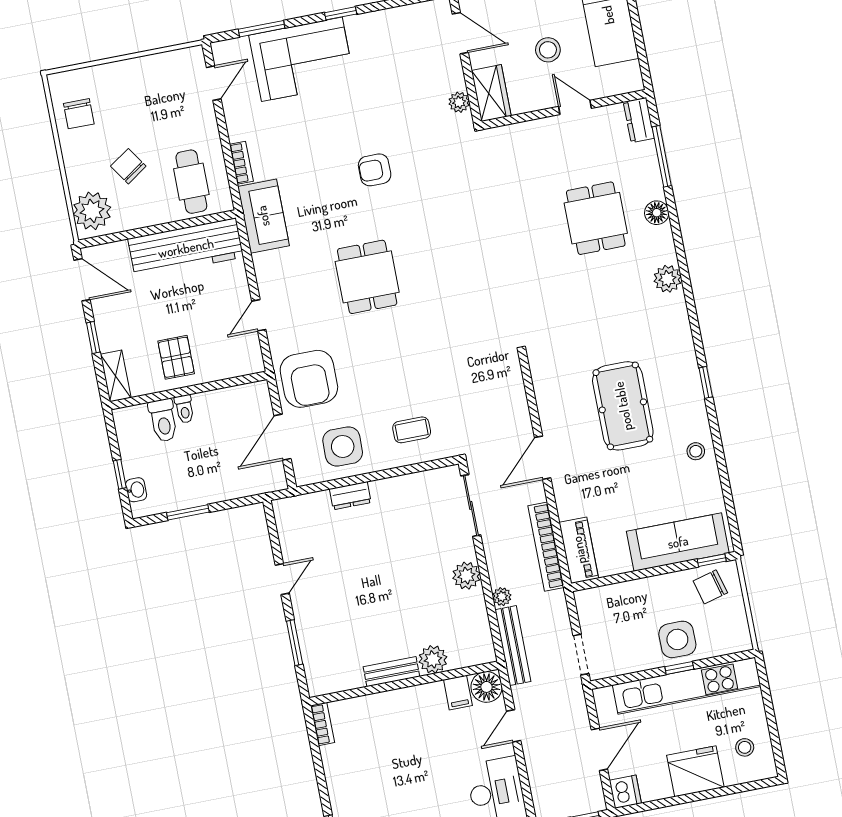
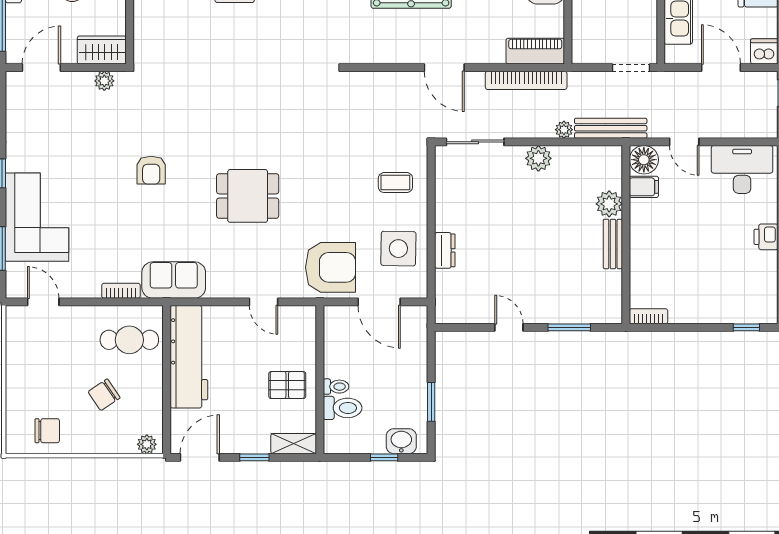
plant: (92, 211) -> (147, 444), width x0.53, depth x0.53
coffee table: (412, 430) -> (395, 183), turned 90
washbasin: (136, 490) -> (401, 441), width x1.38, depth x1.45

